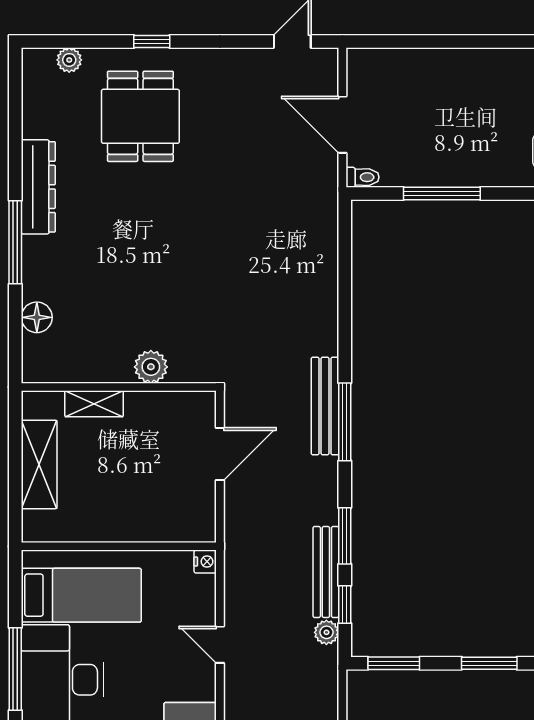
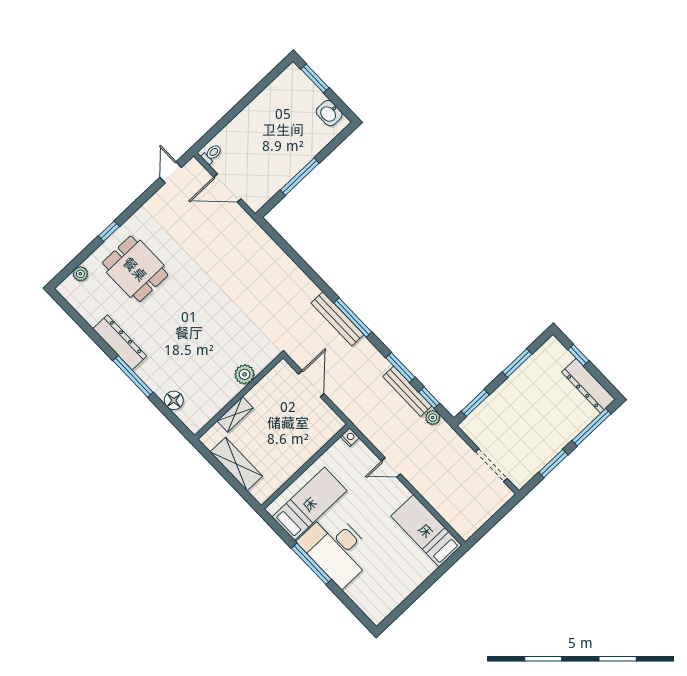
toilet: (362, 177) -> (212, 154), moved

